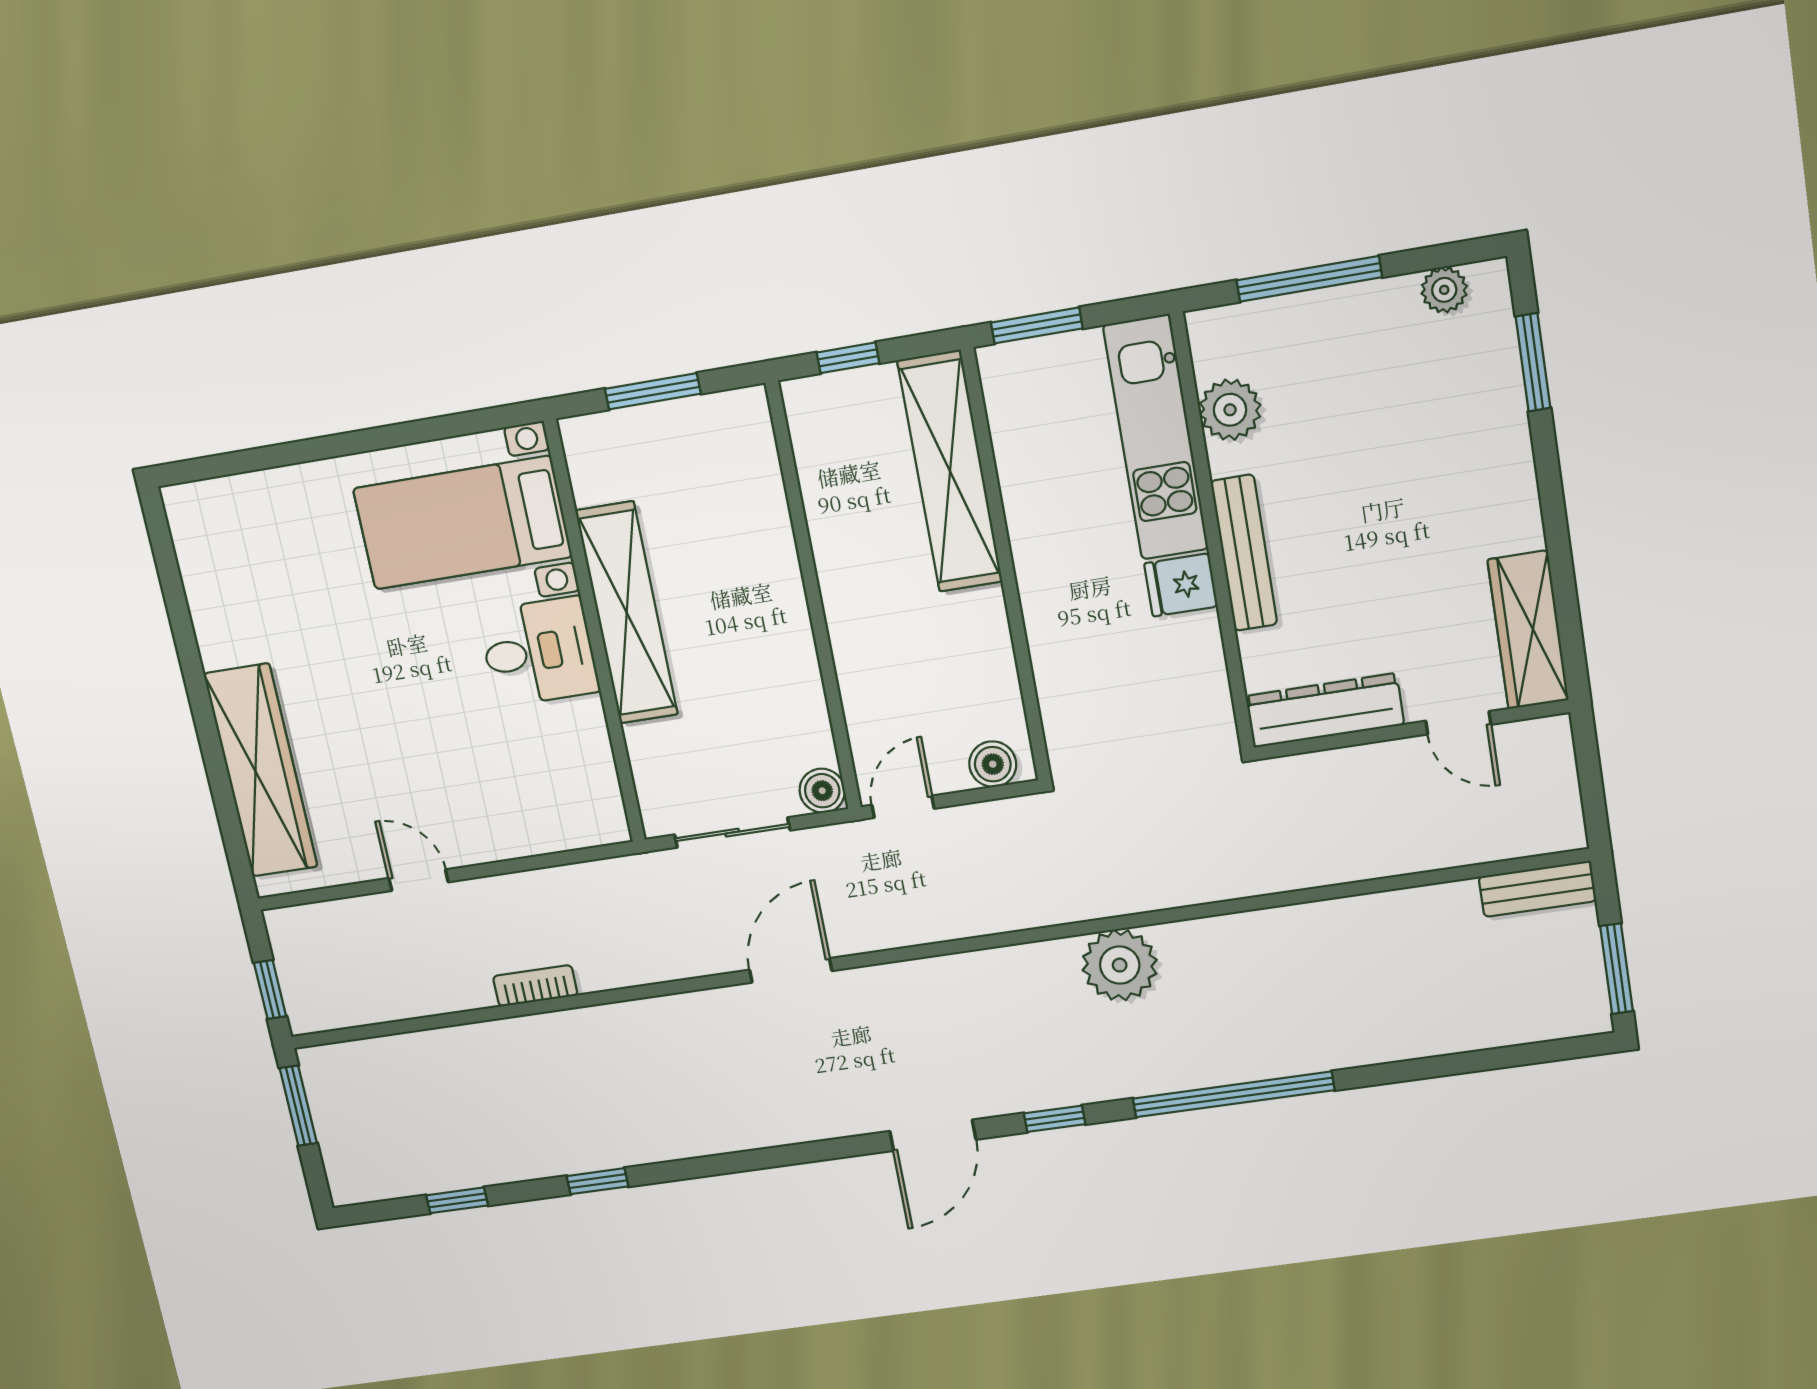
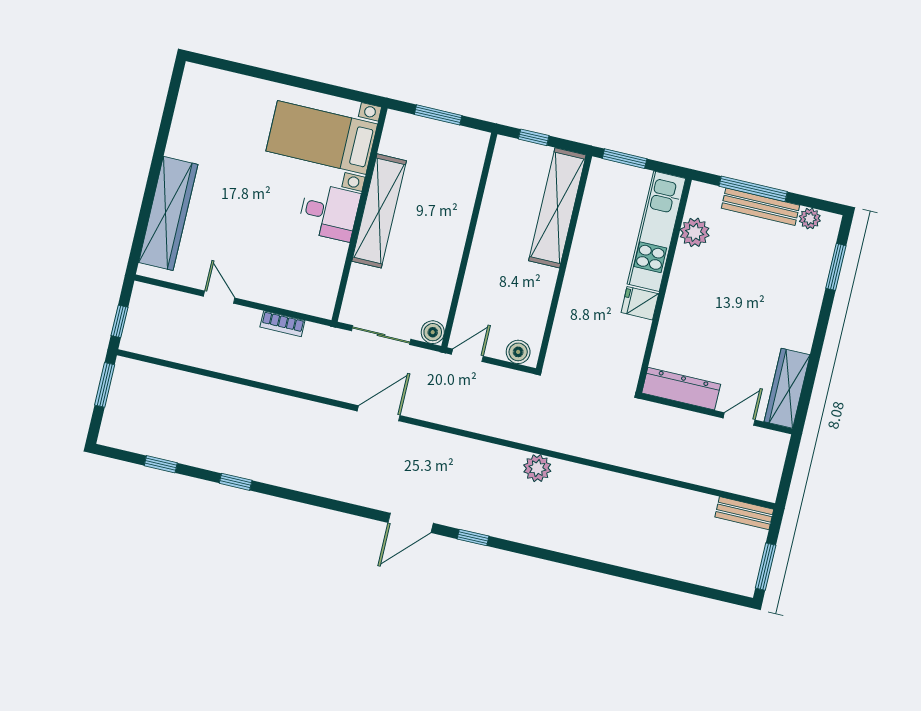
bench: (1244, 553) -> (760, 207), moved, turned 90
door: (1458, 723) -> (739, 419), swing flipped
plant: (1120, 965) -> (537, 468), width x0.73, depth x0.73
bookcase: (535, 986) -> (282, 324), moved, turned 180
window: (1233, 1094) -> (563, 559), removed

